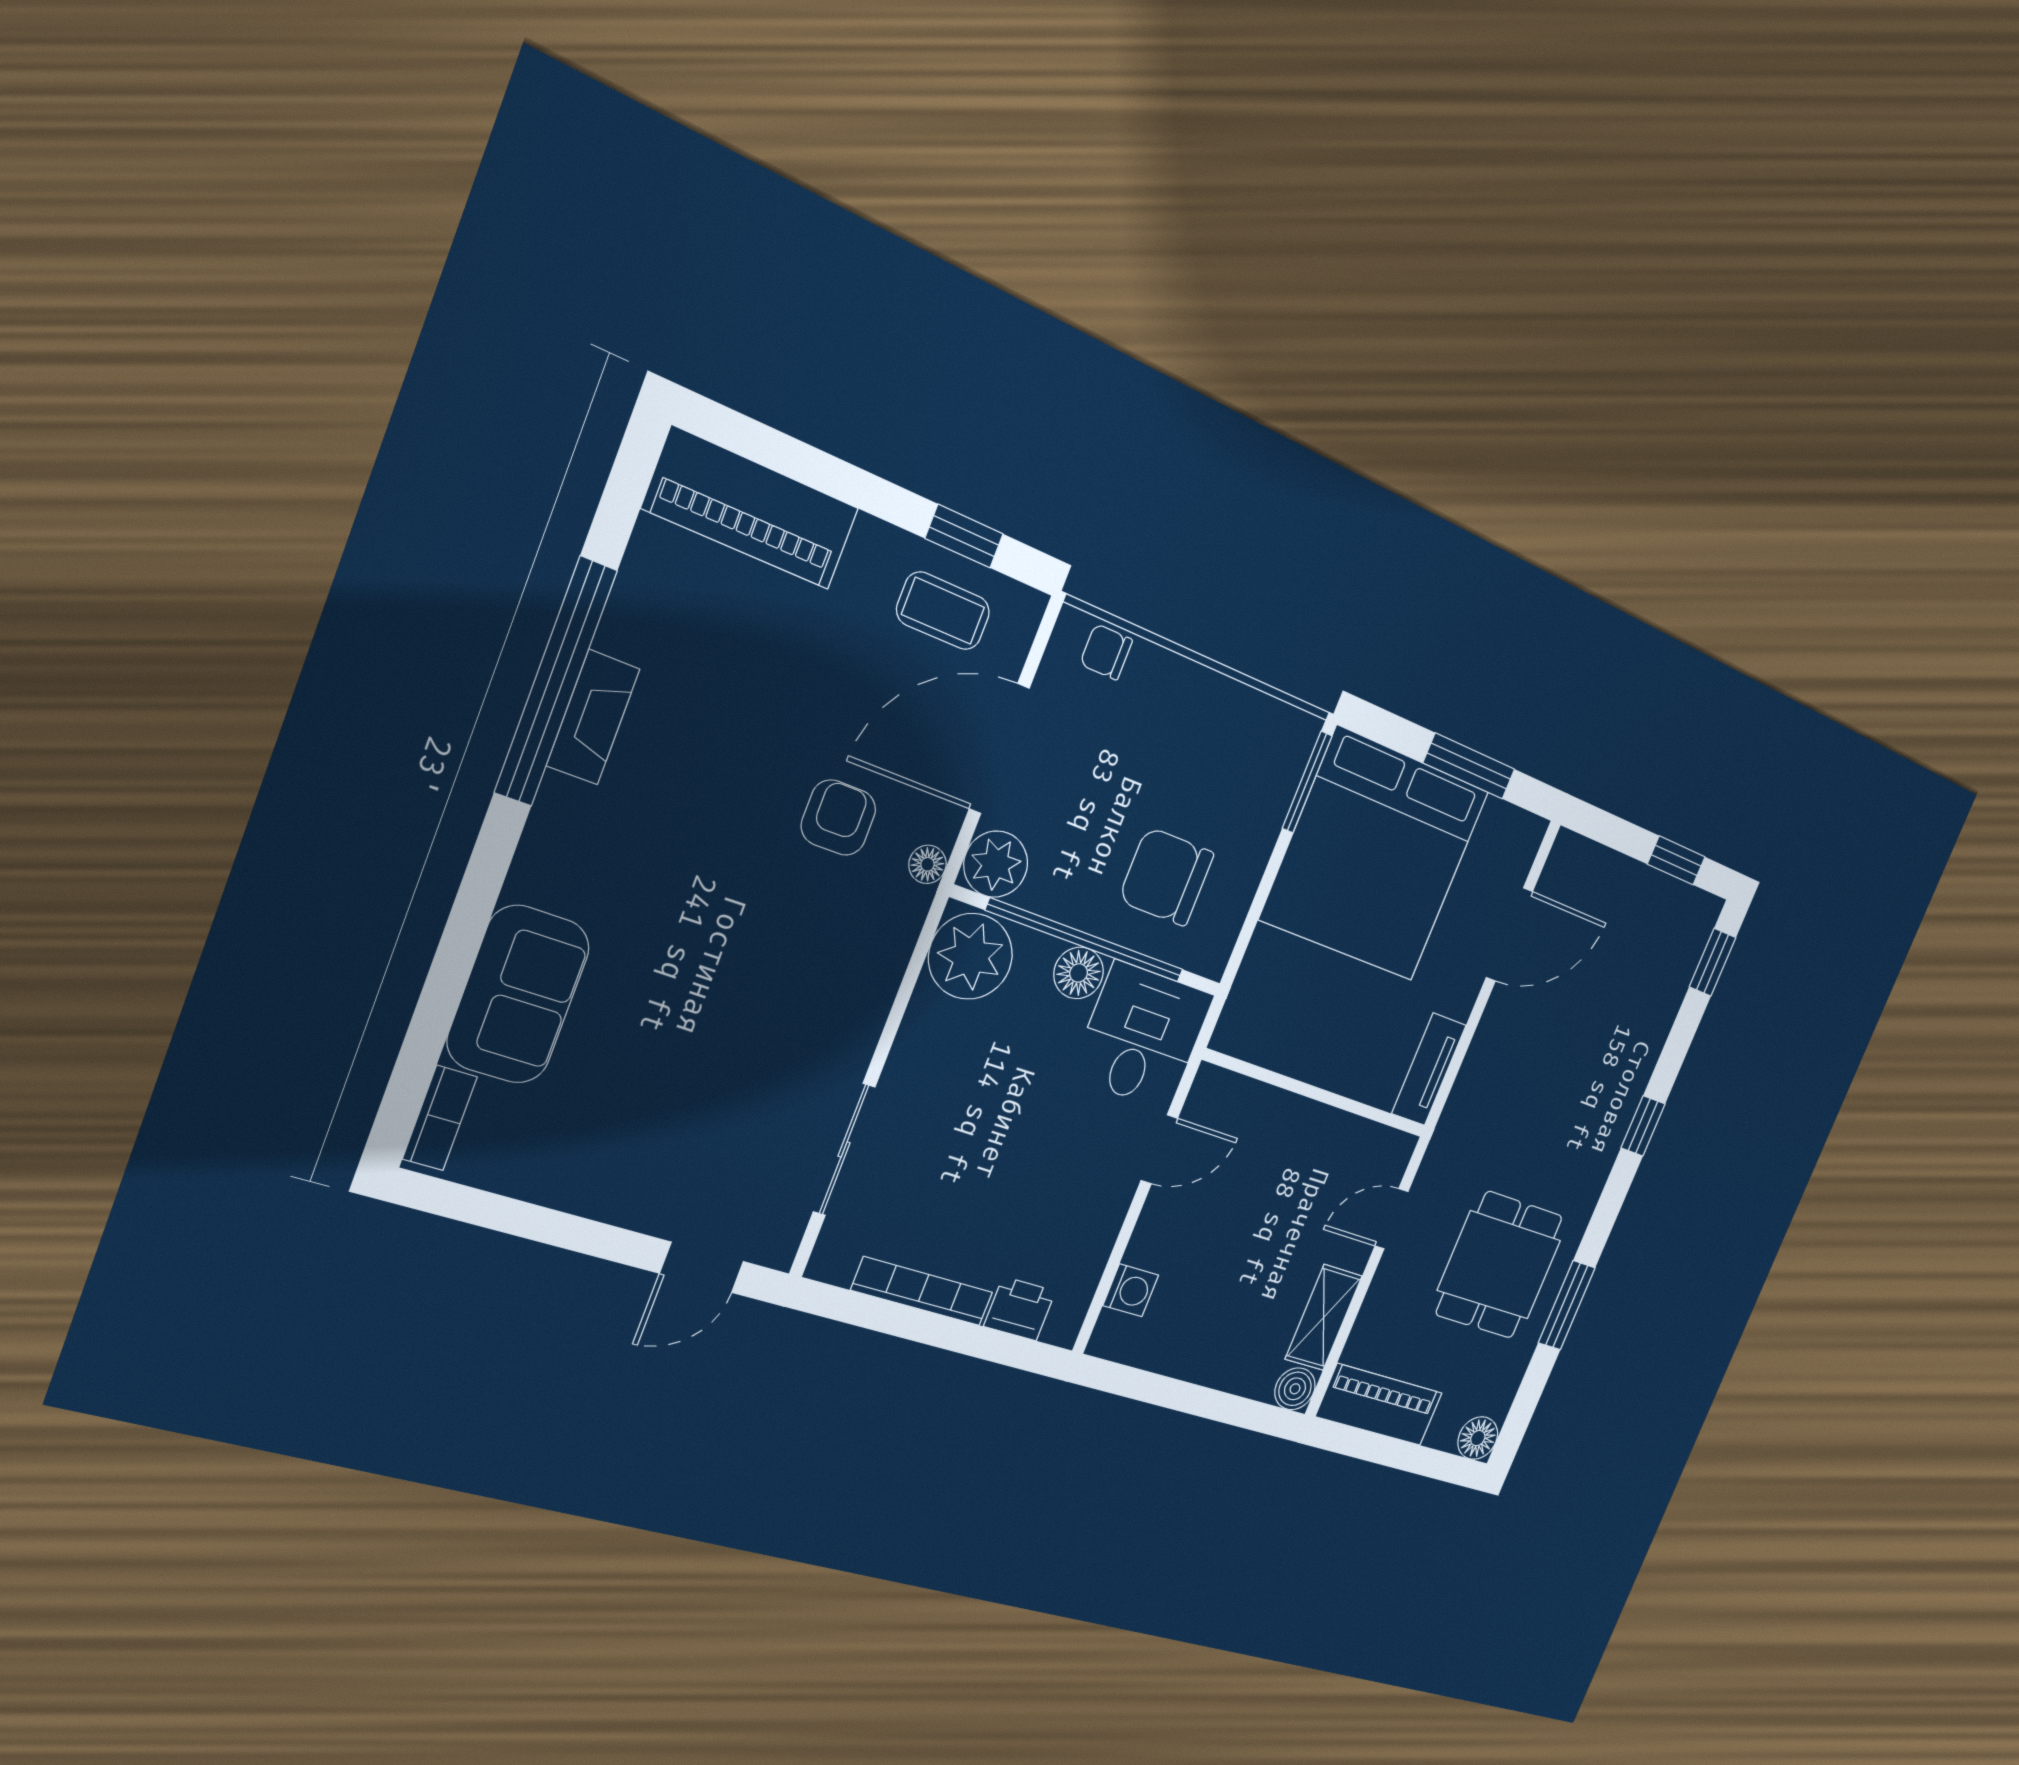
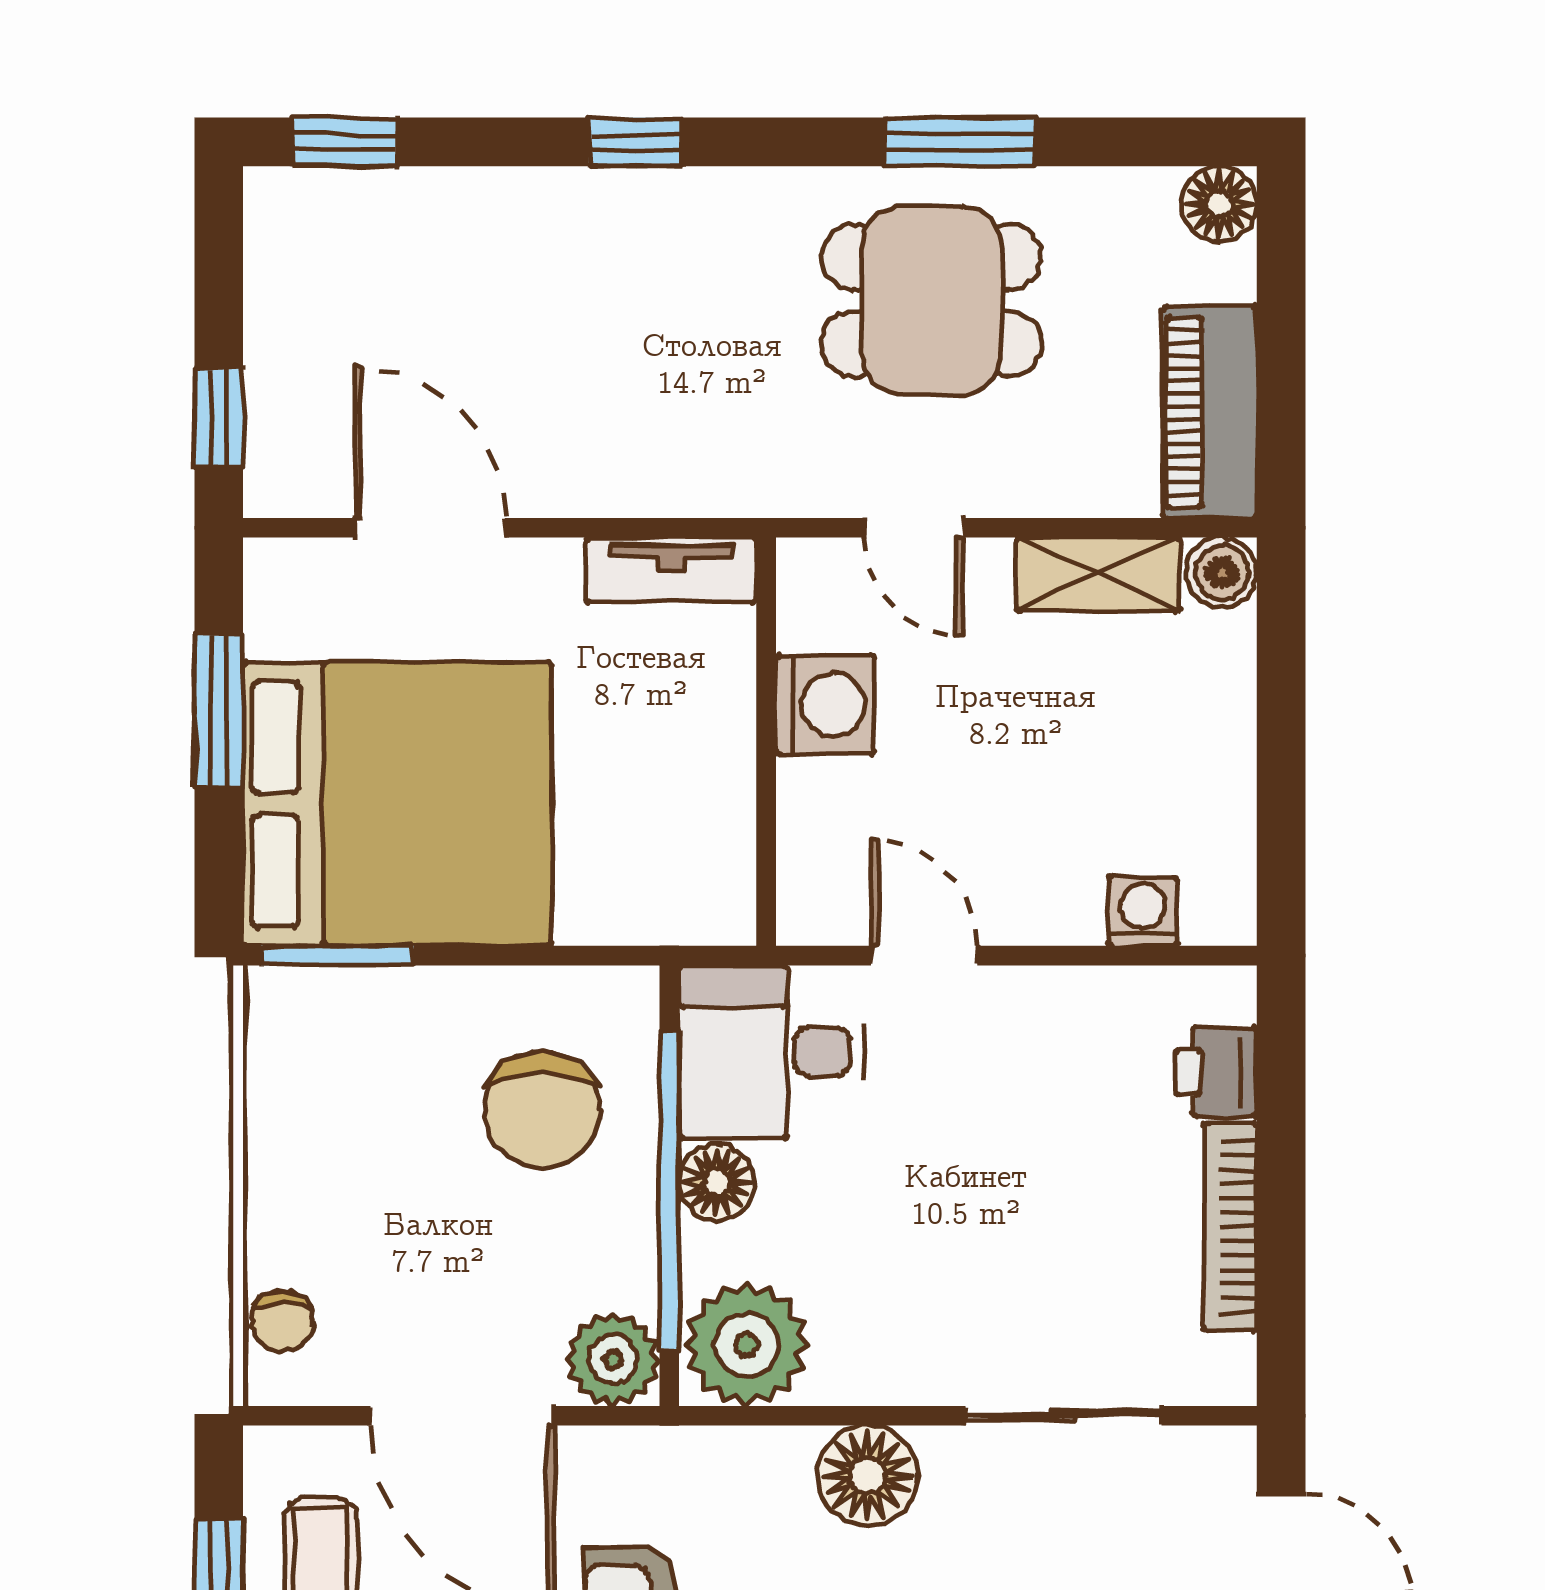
window: (1676, 860) -> (219, 418), moved
floor lamp: (927, 864) -> (868, 1476), moved, width x1.89, depth x1.89
washing machine: (1321, 1136) -> (825, 705), added

